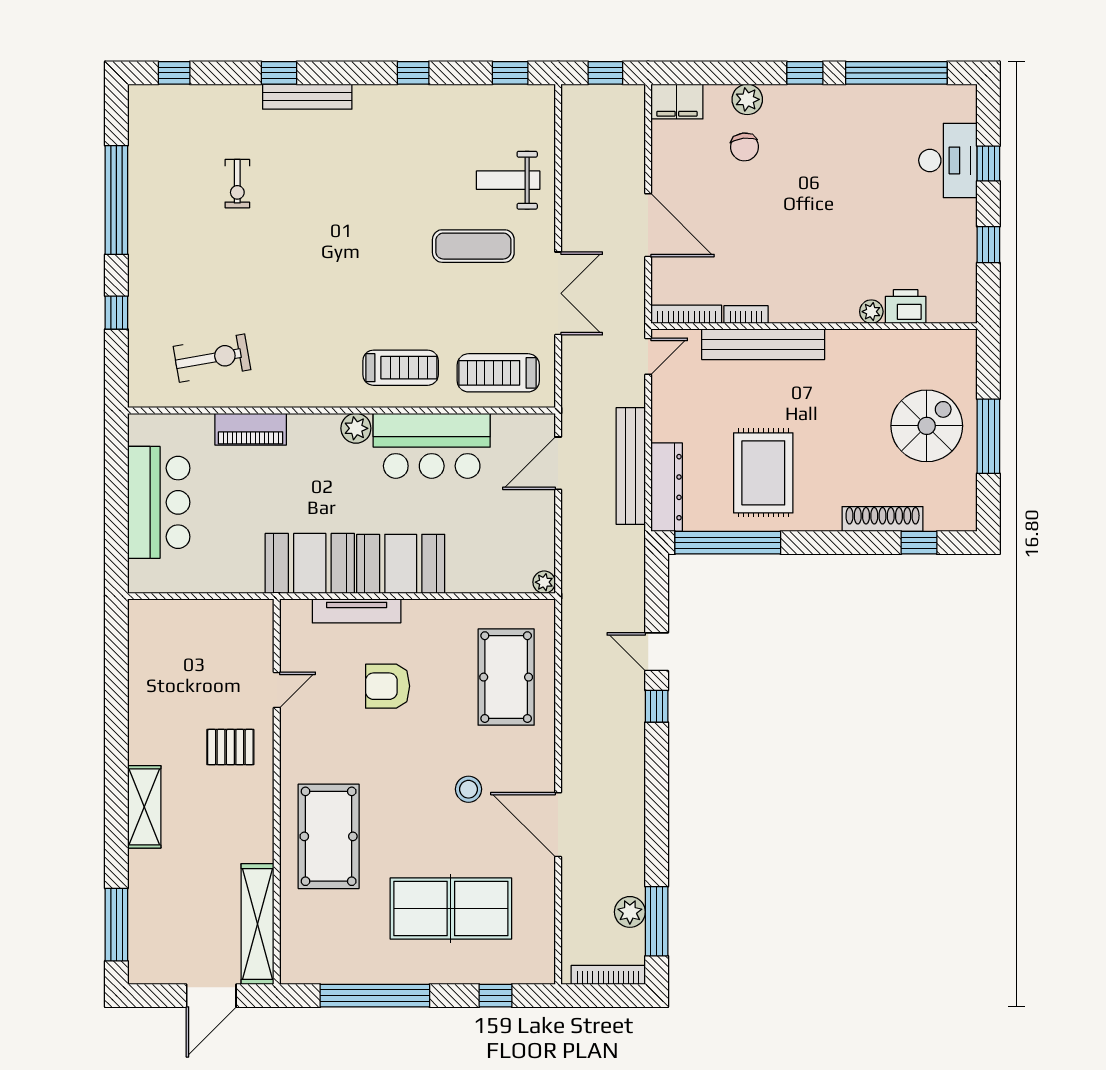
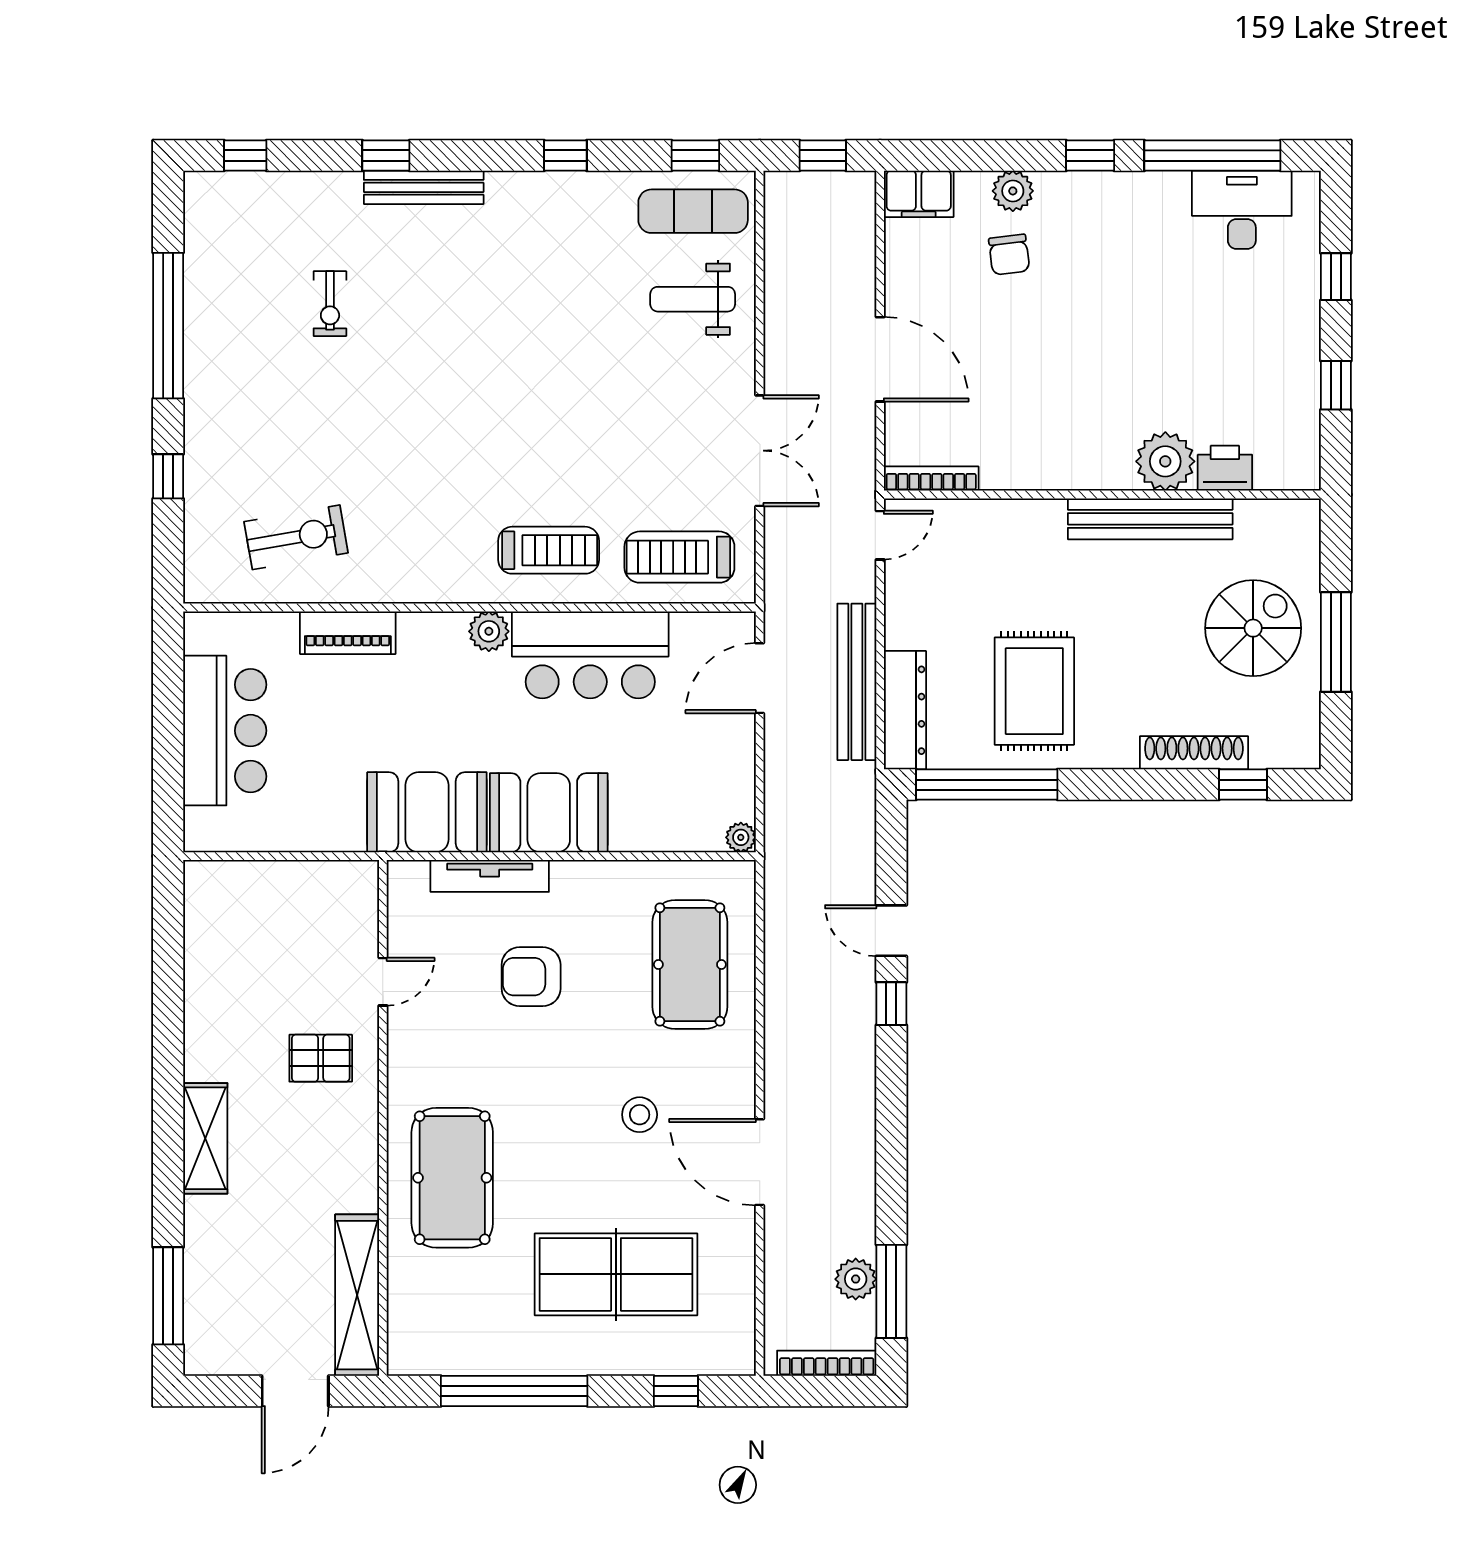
desk: (948, 160) -> (1242, 210), moved, turned -90
exercise mat: (473, 246) -> (693, 211), moved
plant: (871, 312) -> (1165, 461), width x1.87, depth x1.87
bookcase: (746, 314) -> (1011, 479), removed
bench: (763, 344) -> (1150, 519), moved

